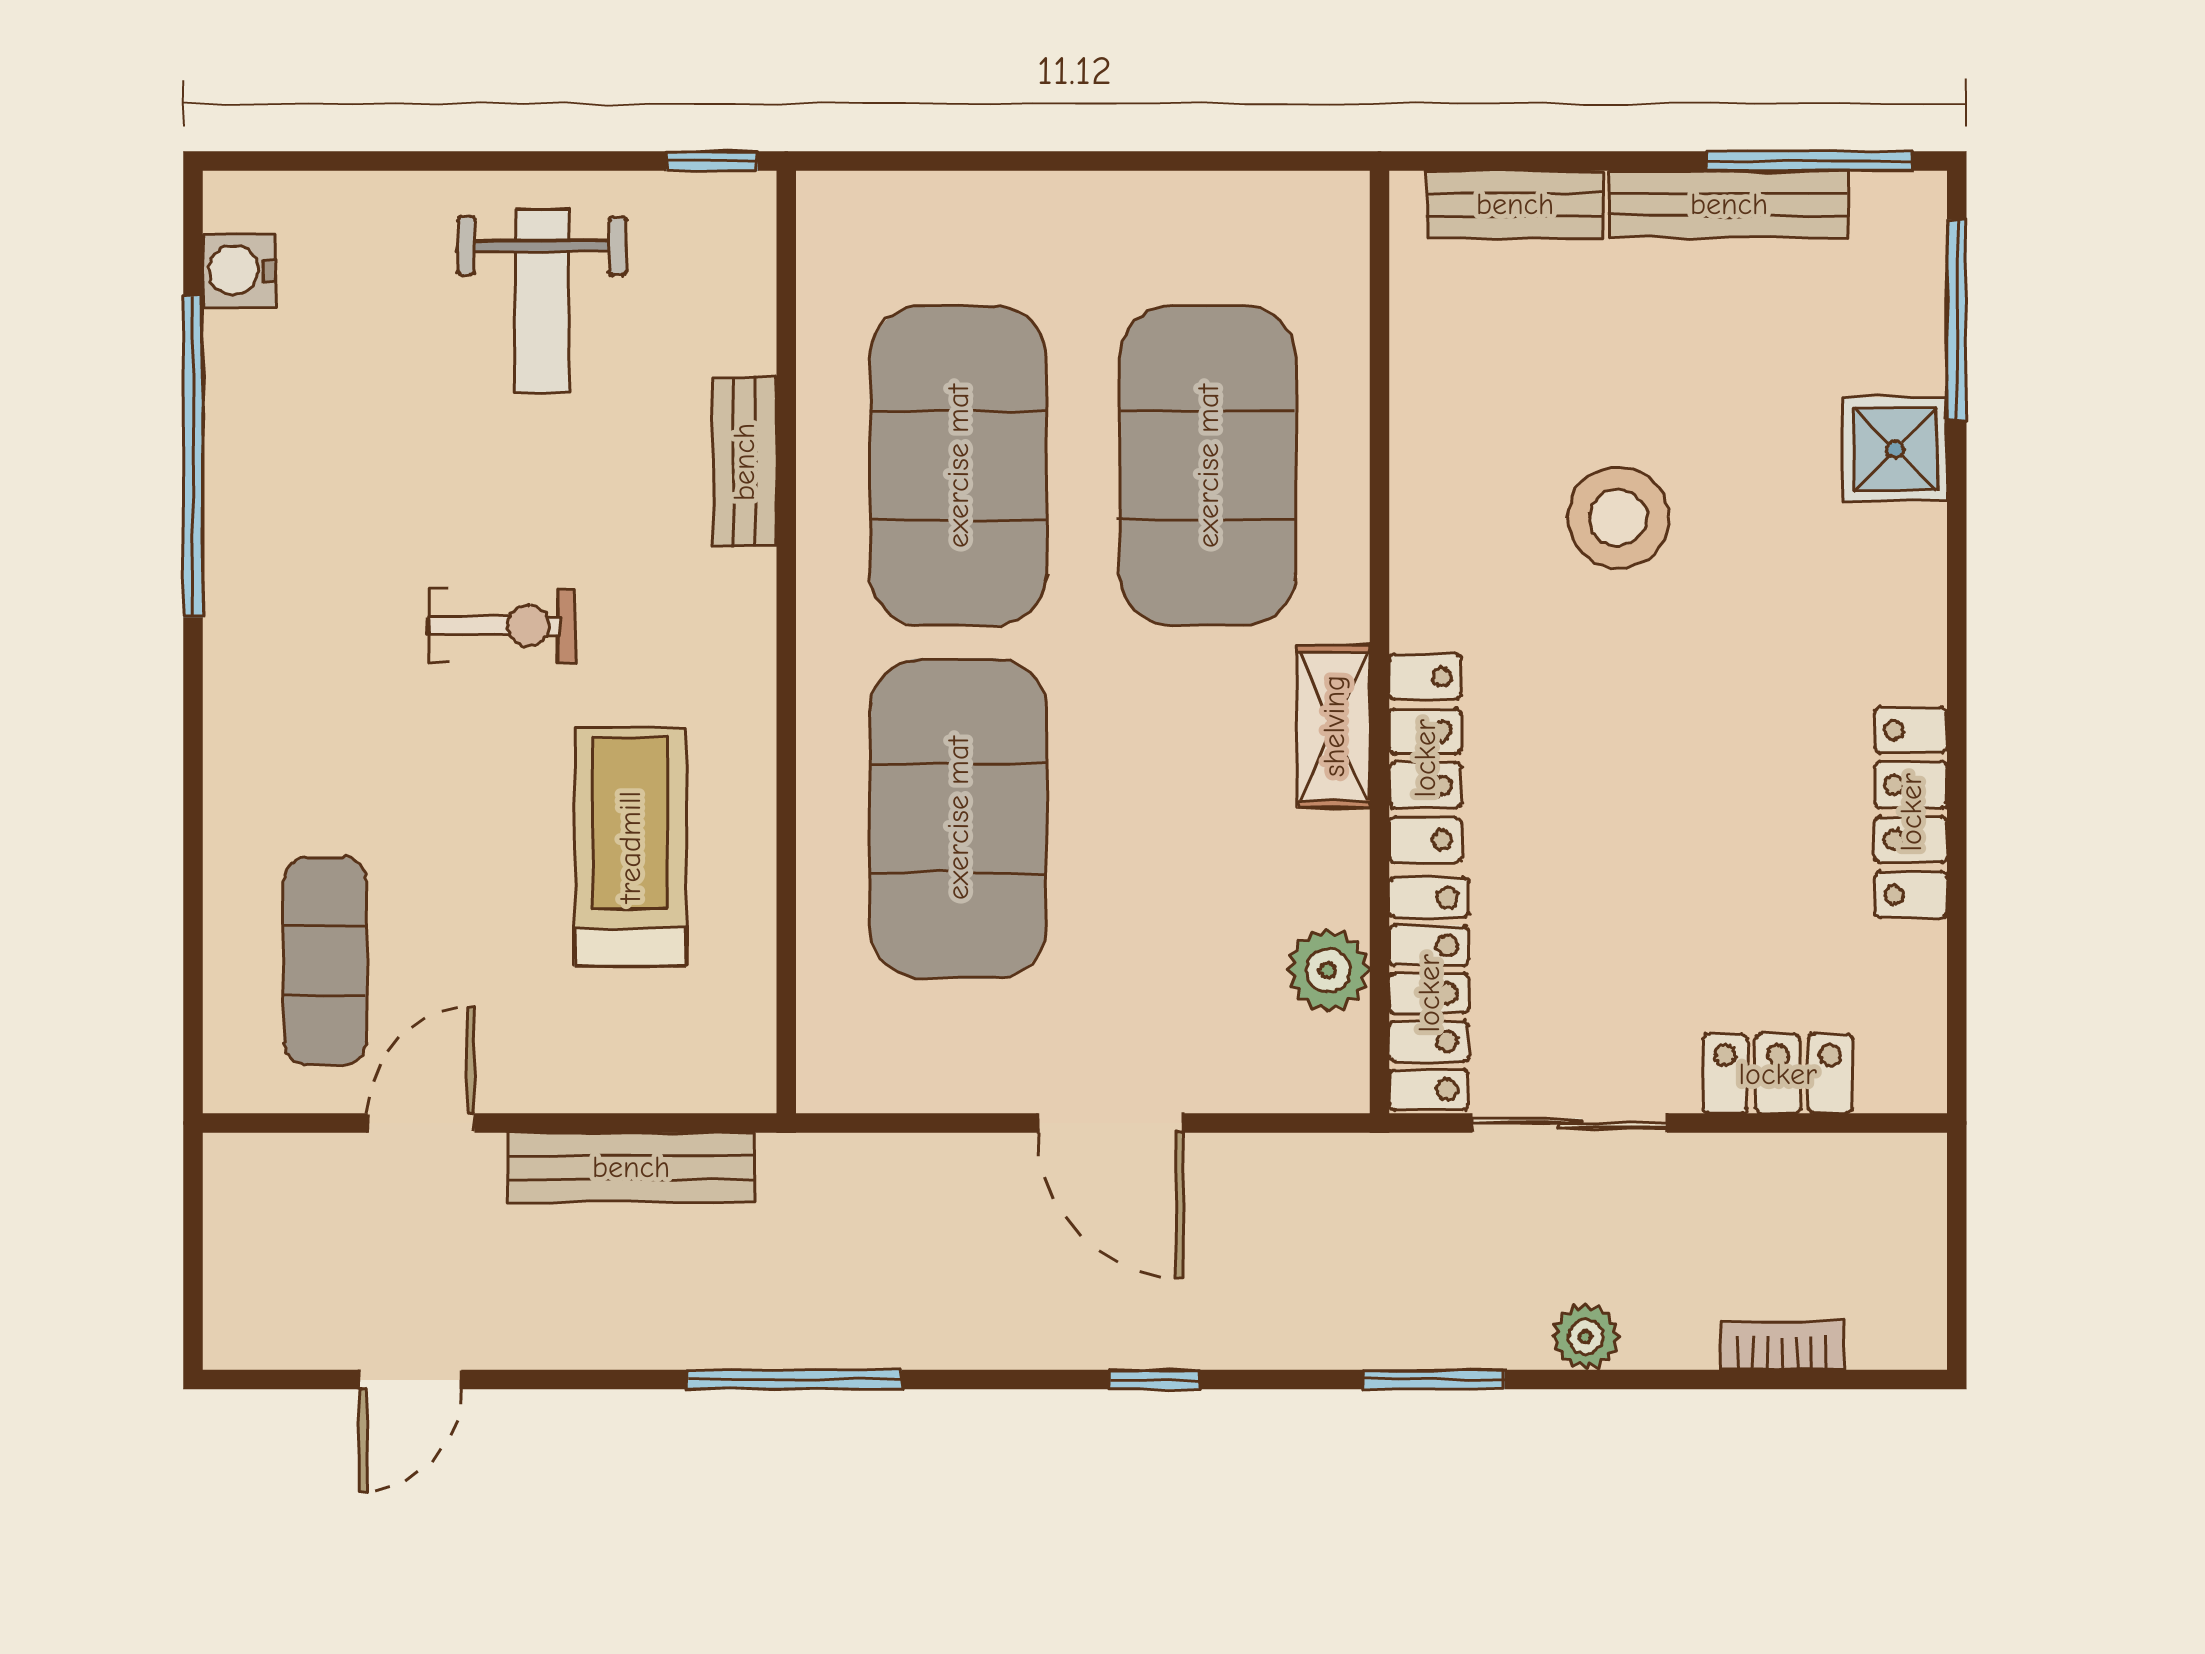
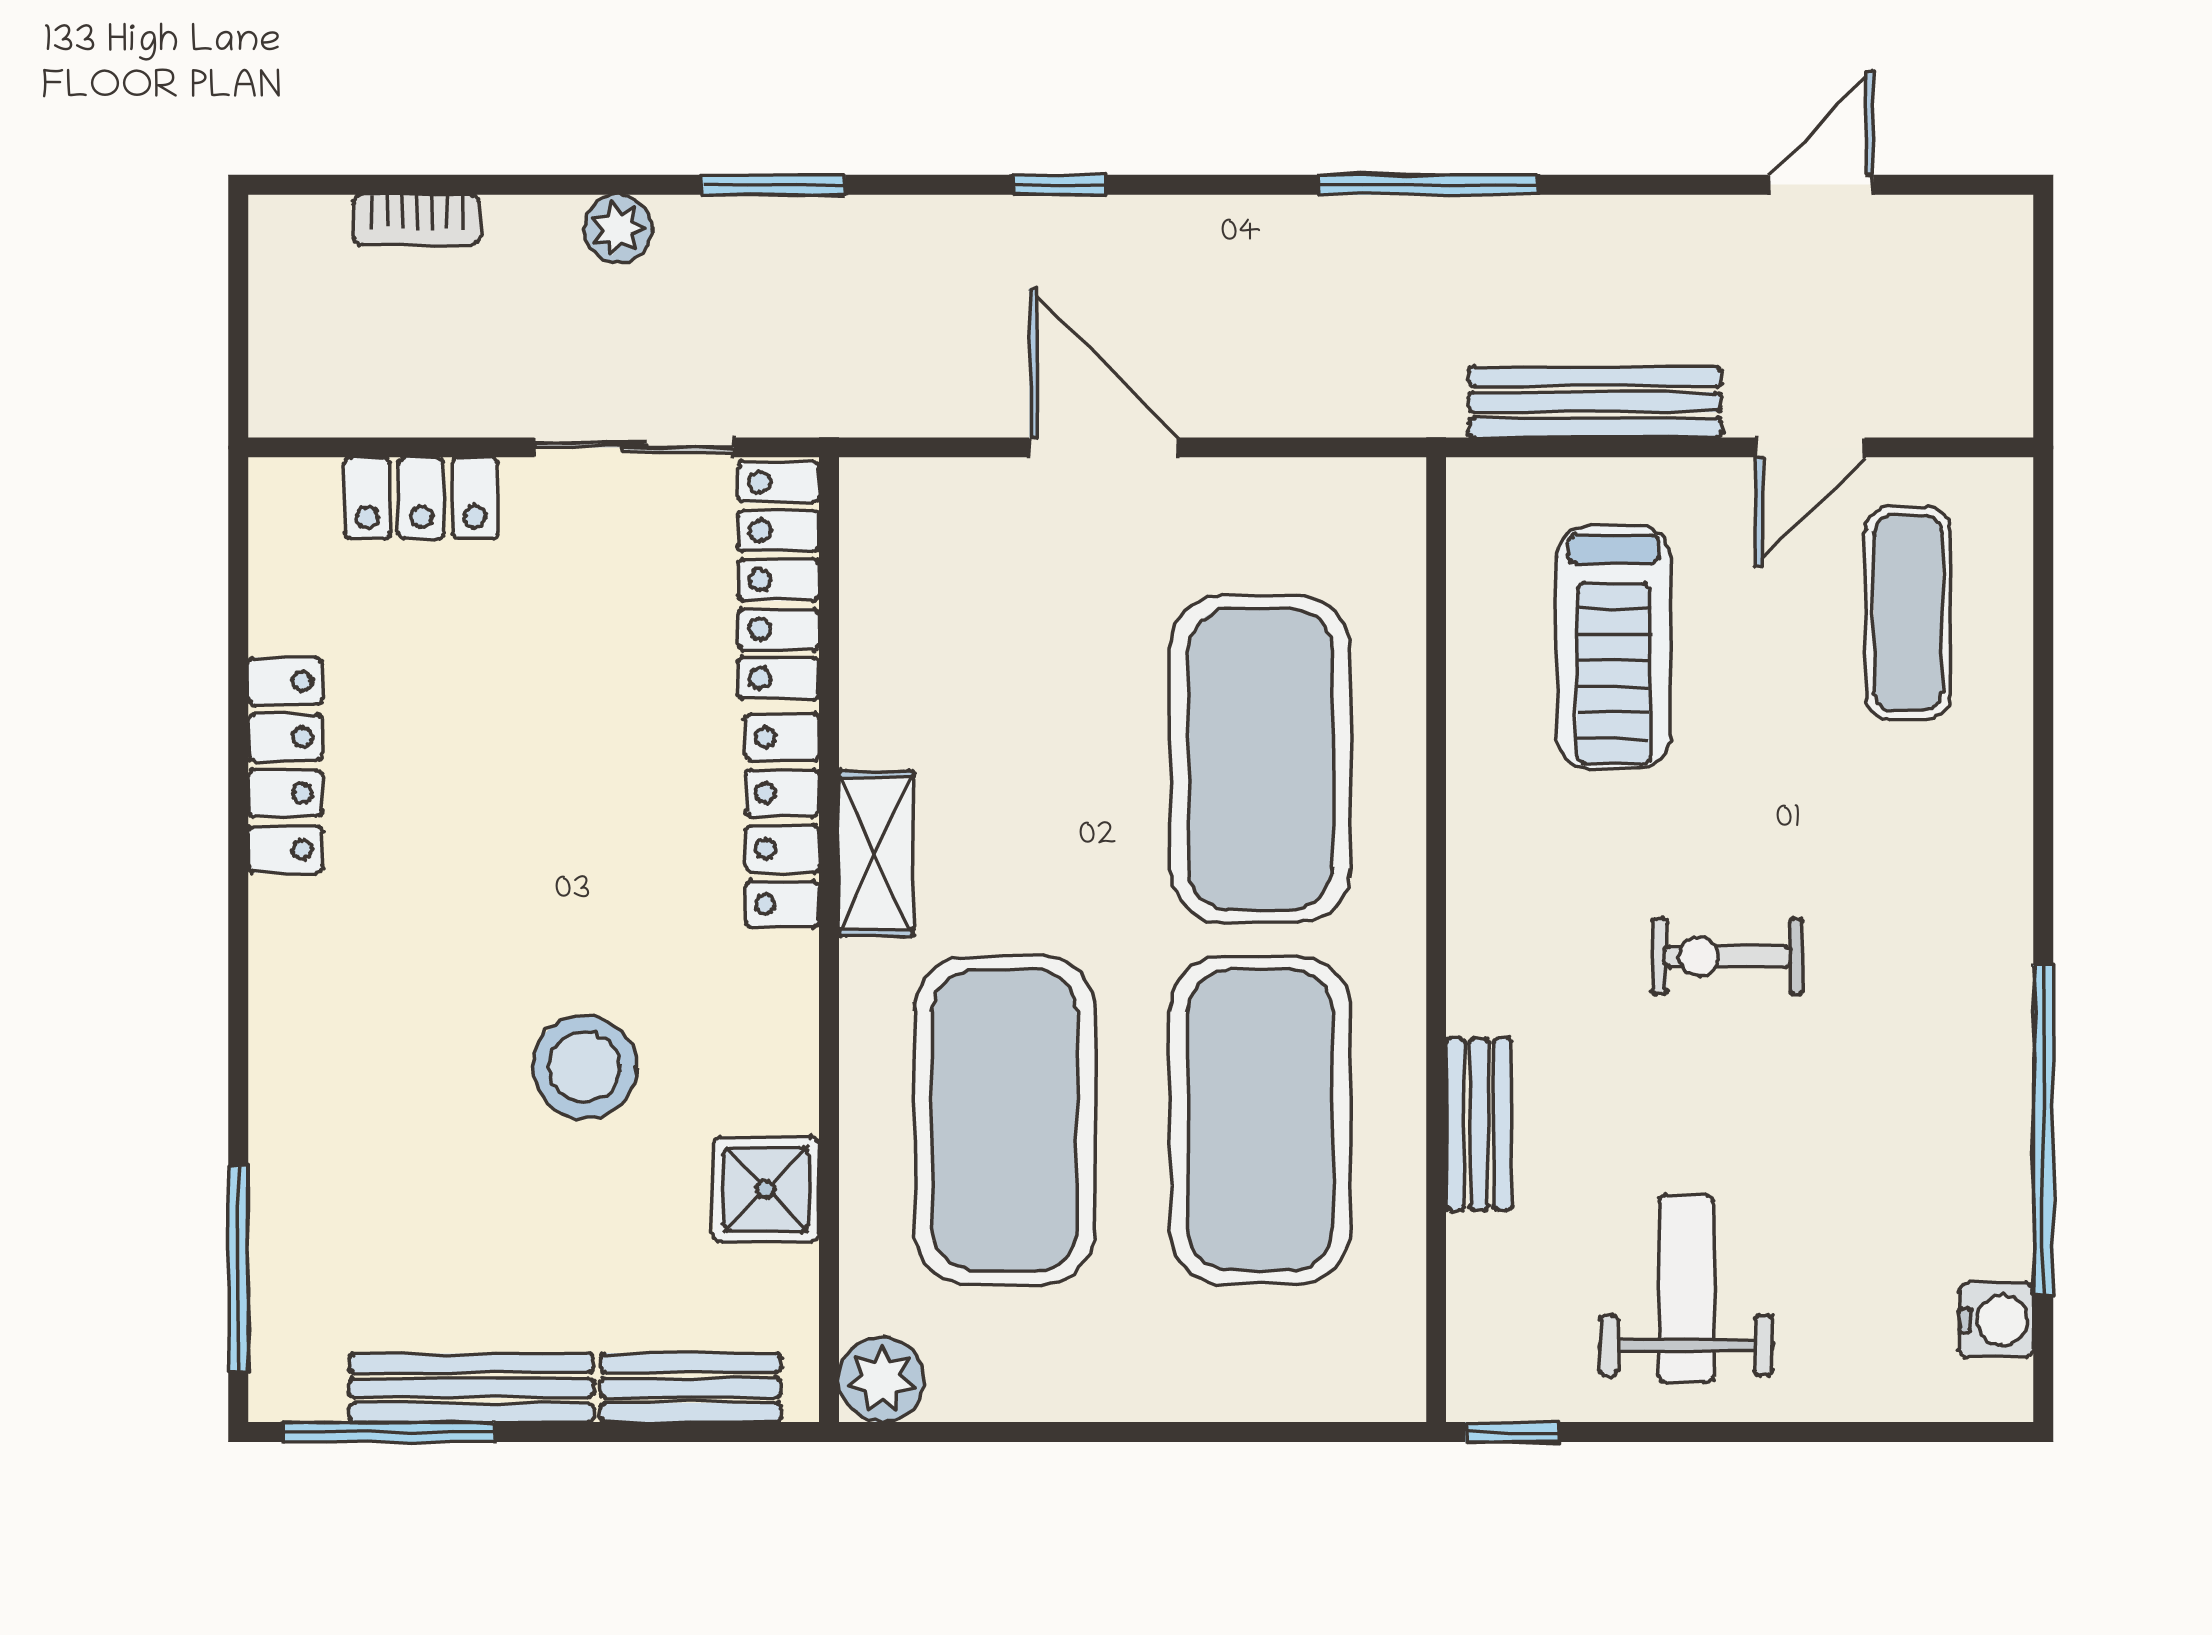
shower: (1895, 449) -> (766, 1189), moved
treadmill: (630, 847) -> (1614, 647), moved
plant: (1328, 970) -> (882, 1379), moved

